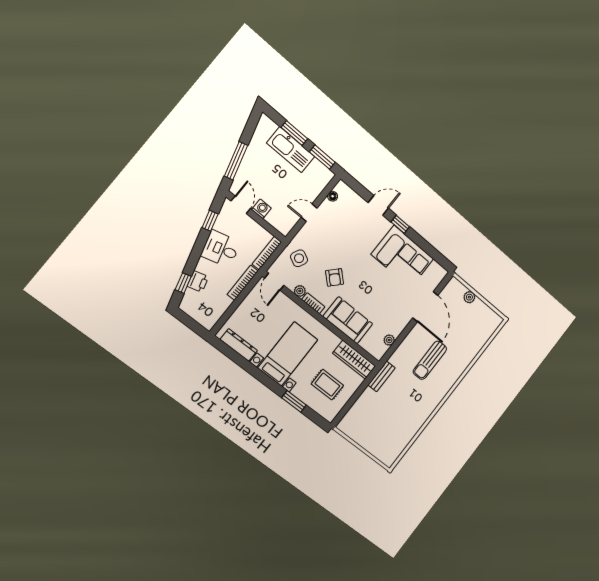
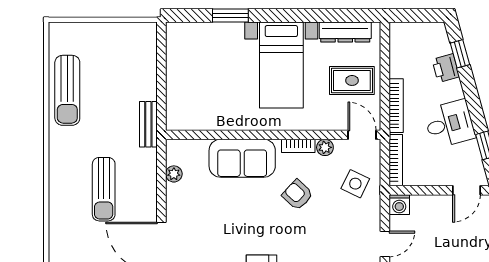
door: (241, 205) -> (466, 190), hinge flipped
washing machine: (261, 209) -> (399, 205), moved
wardrobe: (354, 360) -> (198, 118), removed
sun lounger: (430, 360) -> (104, 189), turned 180
rug: (327, 385) -> (352, 80), moved
sun lounger: (408, 426) -> (67, 90), added

